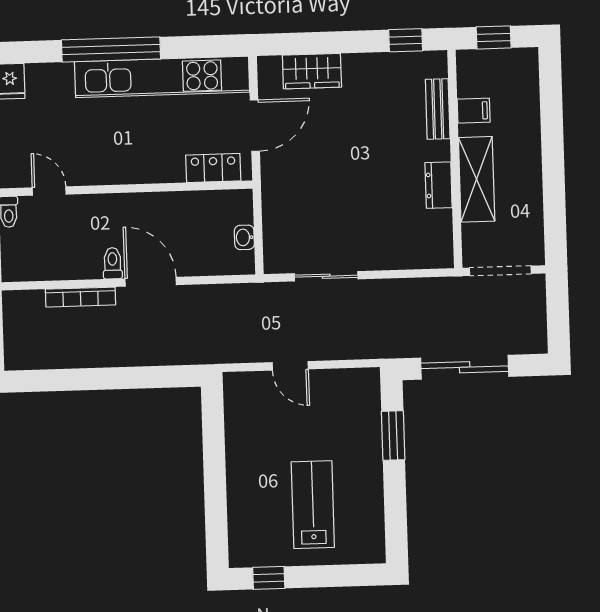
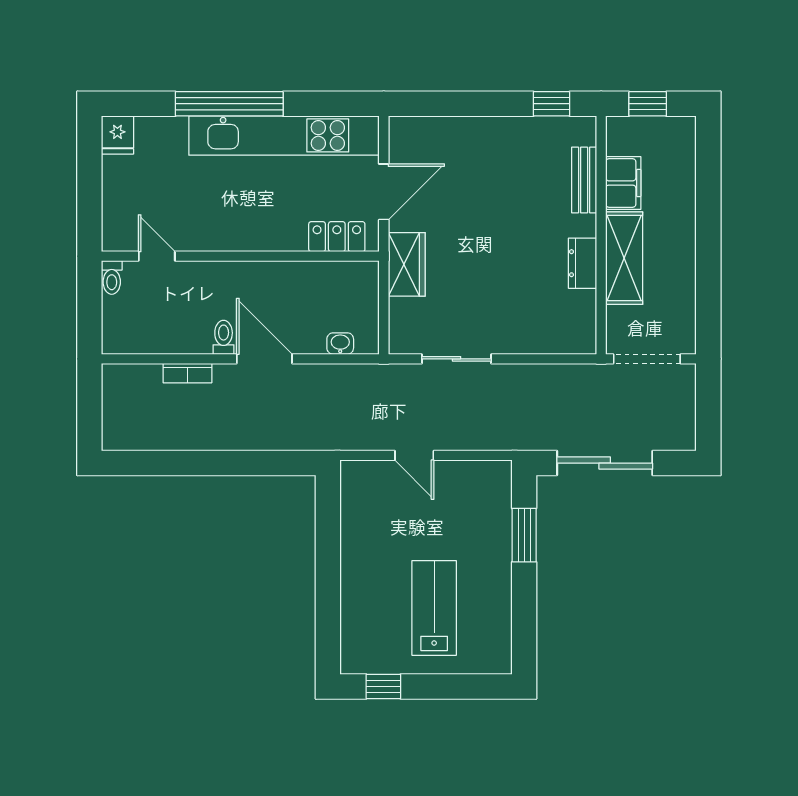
wardrobe: (312, 71) -> (407, 264), moved, turned -90
filing cabinet: (474, 111) -> (623, 183), width x2.00
washbasin: (244, 237) -> (340, 344), moved, turned 90
bookcase: (81, 297) -> (187, 373), width x0.64

